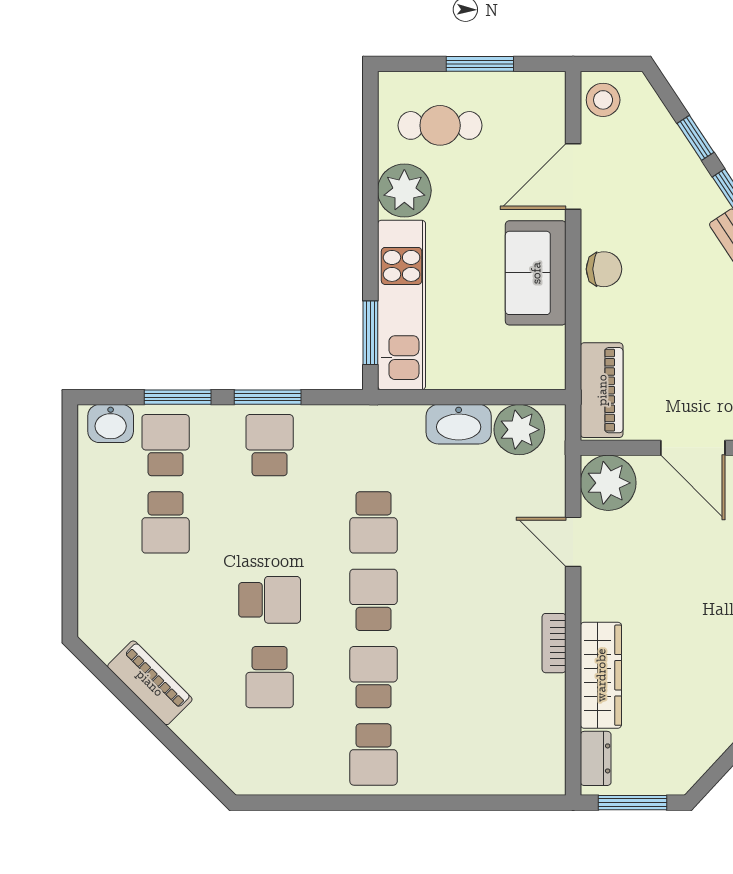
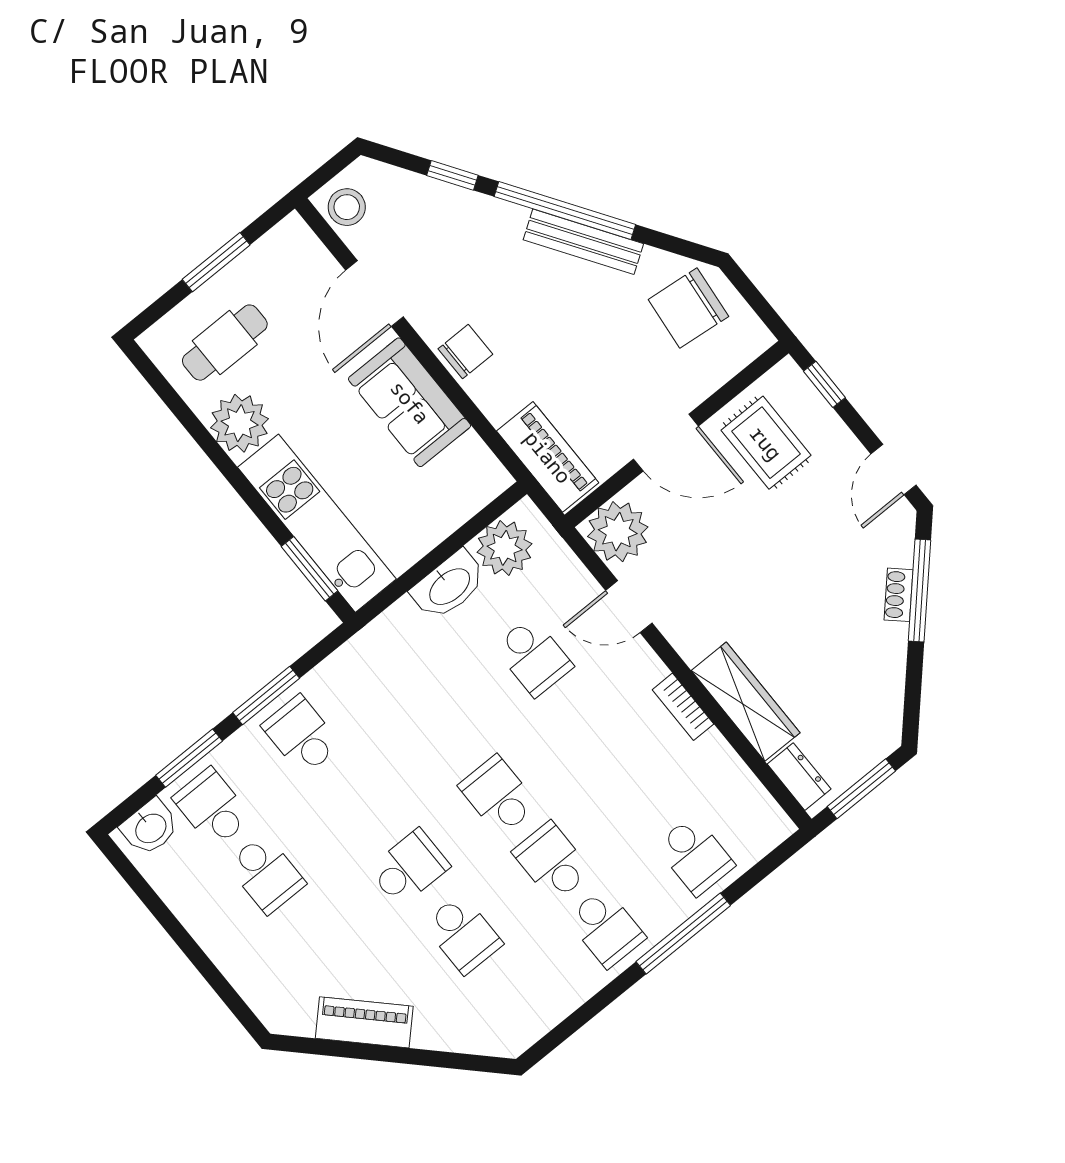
school desk: (374, 522) -> (533, 657), moved
school desk: (477, 754) -> (695, 856), added
window: (425, 803) -> (683, 934), added

